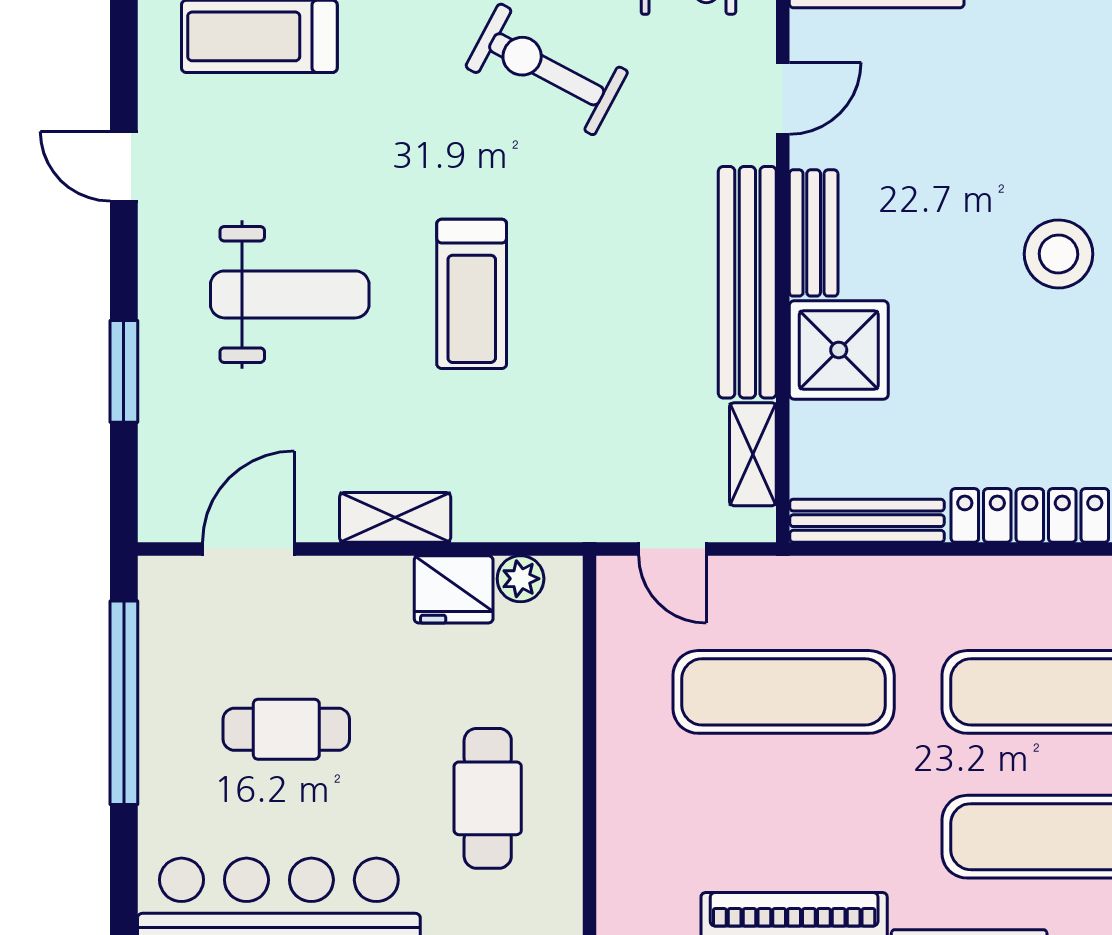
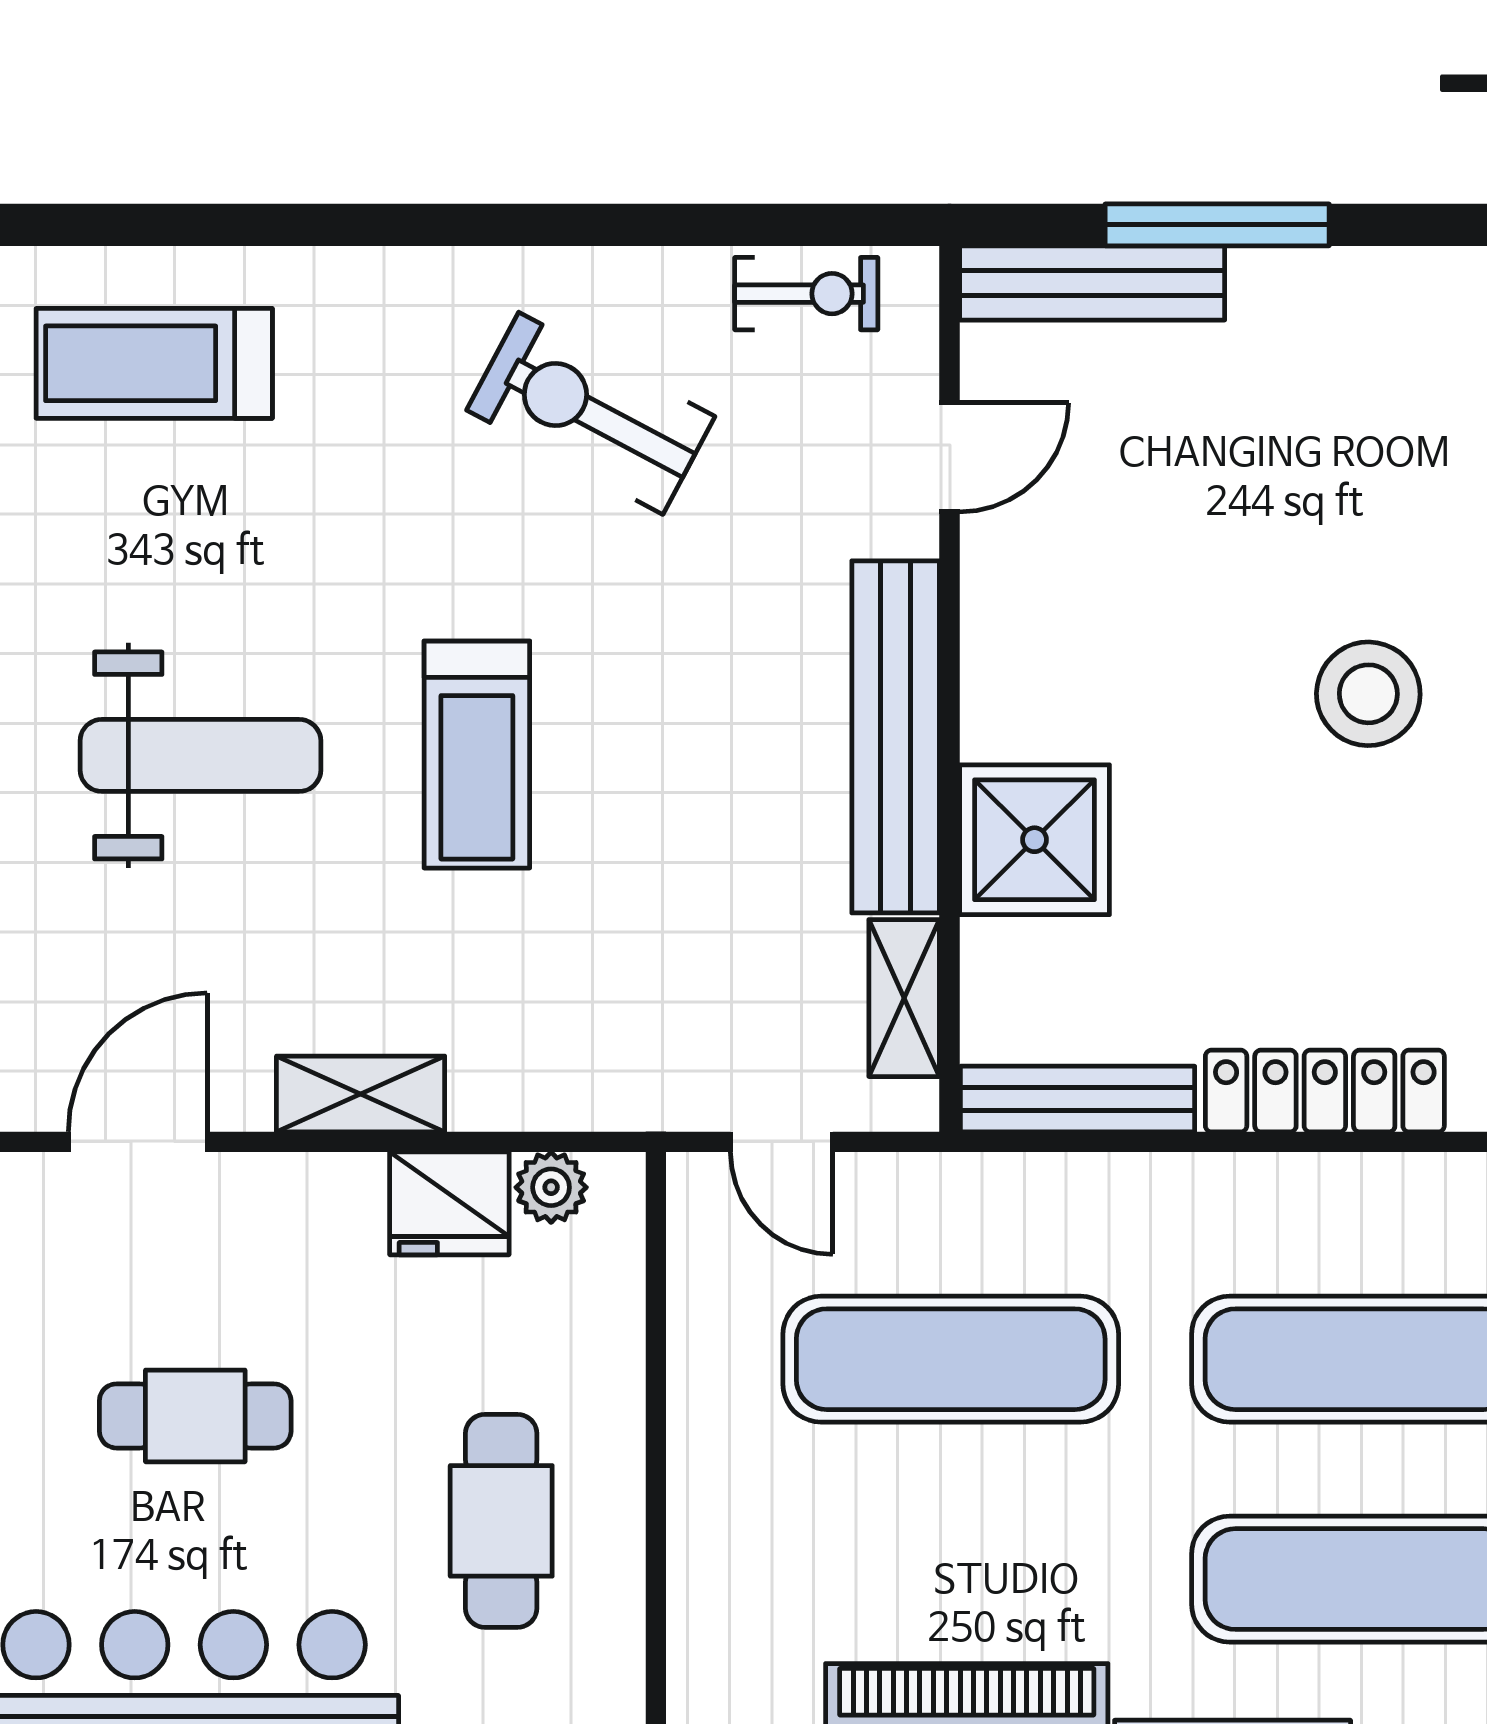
bench: (814, 233) -> (996, 662), removed

